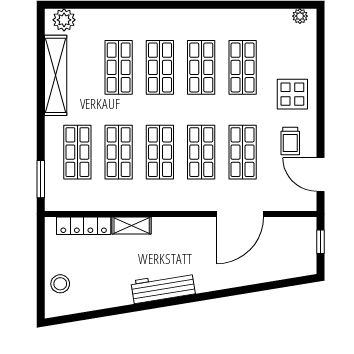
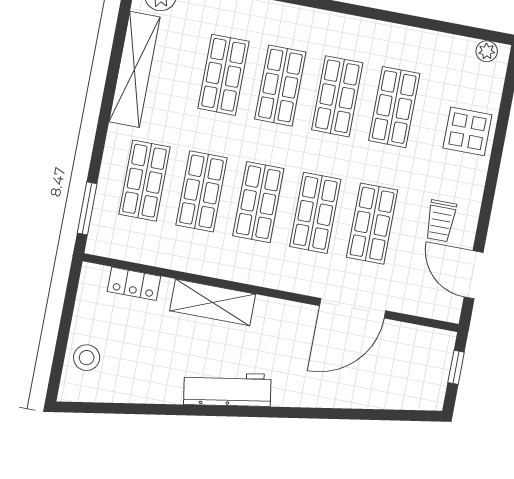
display table: (292, 94) -> (467, 131), moved
shelving: (132, 225) -> (213, 302), width x1.50, depth x1.33
locker: (84, 226) -> (134, 284), width x0.66

